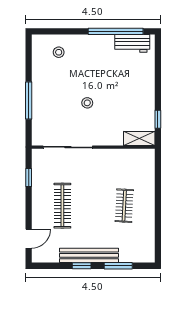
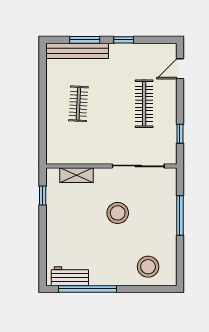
stool: (59, 52) -> (148, 267), width x1.89, depth x1.89
stool: (87, 103) -> (118, 213), width x1.89, depth x1.89
shelving: (139, 138) -> (76, 175), moved
bench: (89, 255) -> (77, 51), moved

